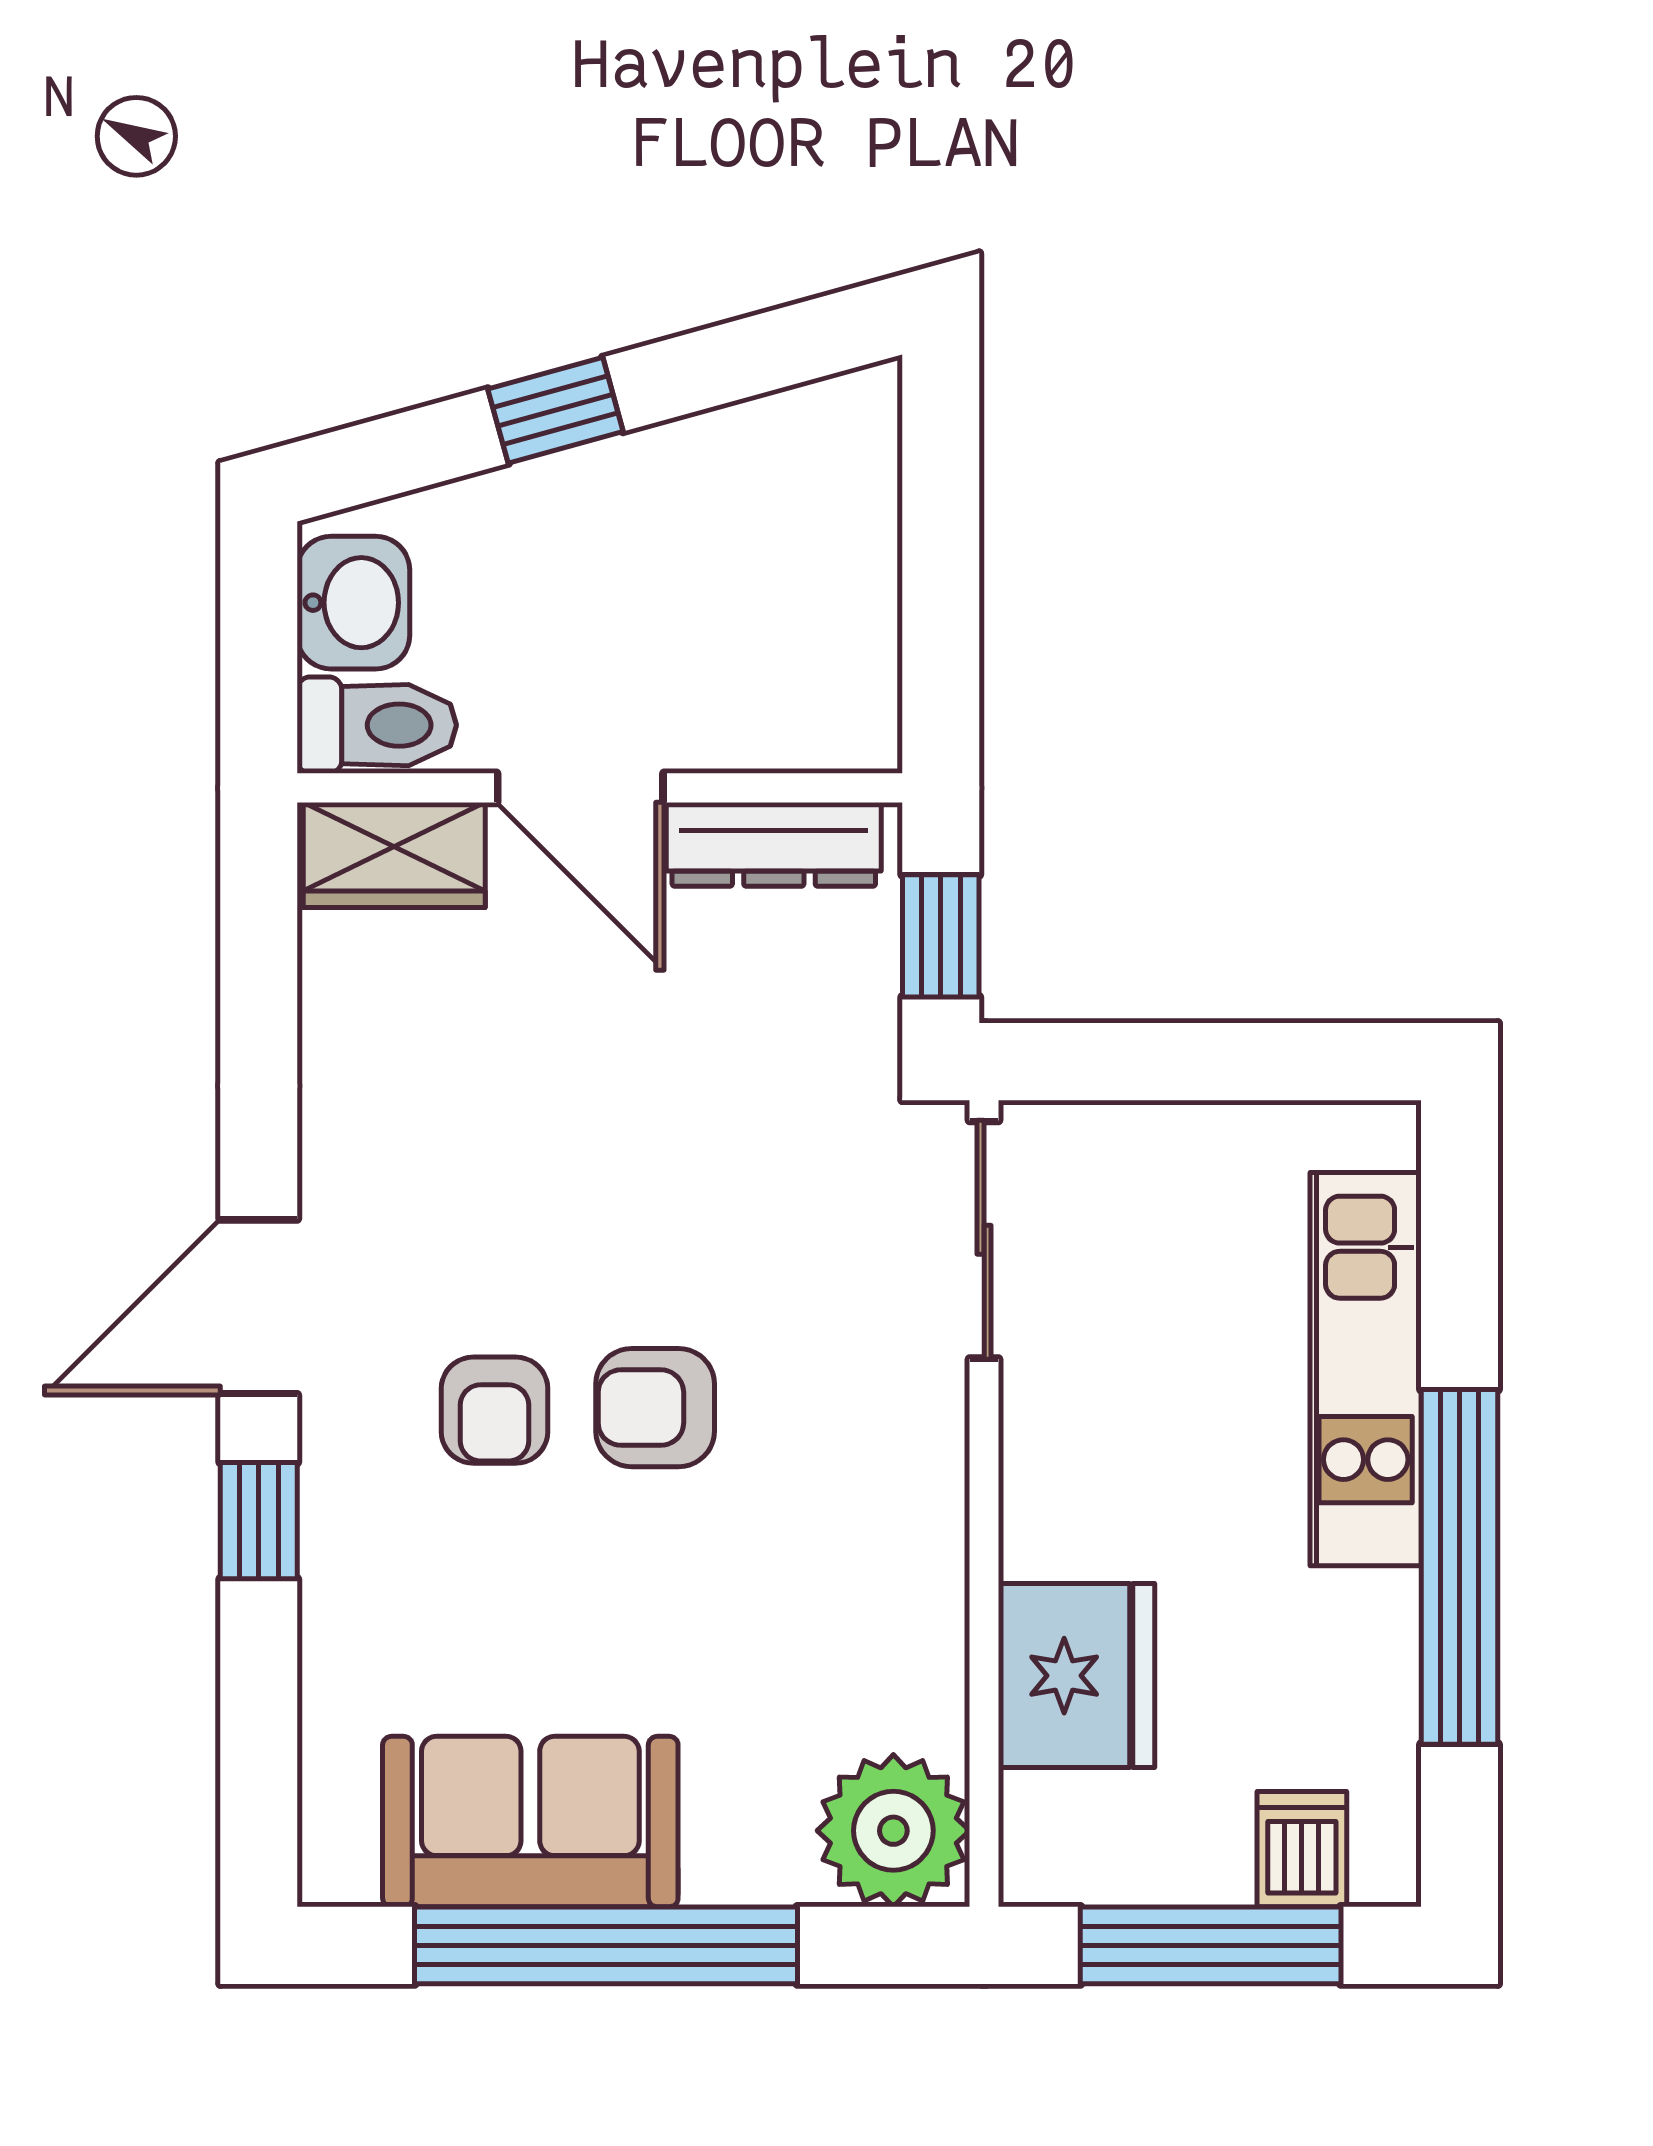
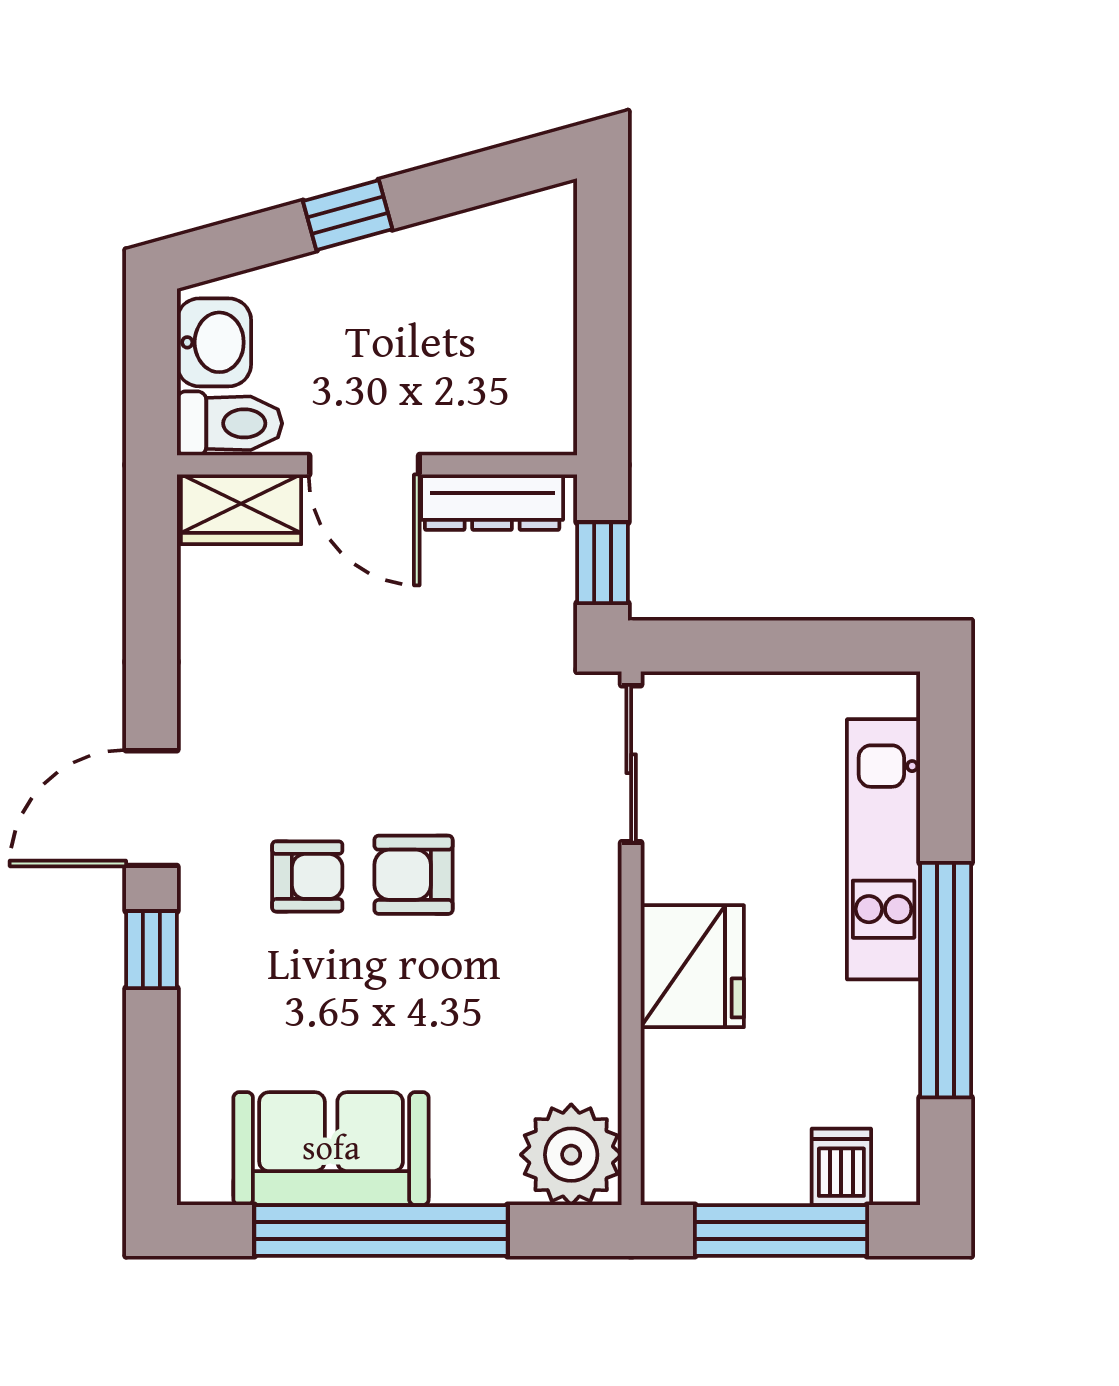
armchair: (495, 1410) -> (307, 876), turned -90
fridge: (1077, 1676) -> (692, 966), moved

